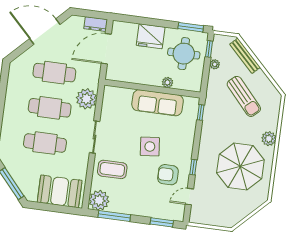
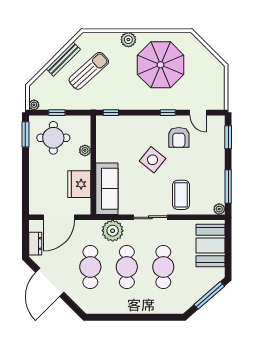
dresser: (96, 24) -> (35, 244), moved
fridge: (151, 36) -> (79, 184), moved, turned 180
door: (106, 49) -> (59, 217), hinge flipped
window: (209, 49) -> (57, 113), moved
bench: (245, 56) -> (63, 59), moved
plant: (215, 64) -> (34, 105), moved
sofa: (158, 103) -> (107, 189), moved
side table: (150, 147) -> (153, 160), turned 45
plant: (99, 200) -> (219, 209), width x0.53, depth x0.53

